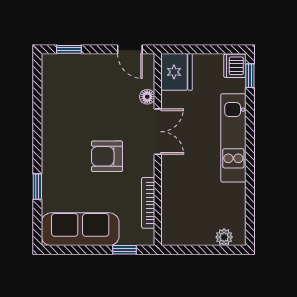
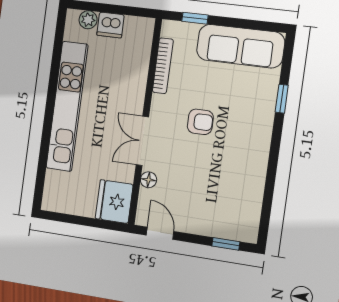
dishwasher: (235, 66) -> (110, 25), moved, turned 90
window: (250, 76) -> (39, 186), removed
kitchen unit: (233, 138) -> (67, 106), width x1.36
armchair: (107, 156) -> (200, 122), width x0.72, depth x0.72

